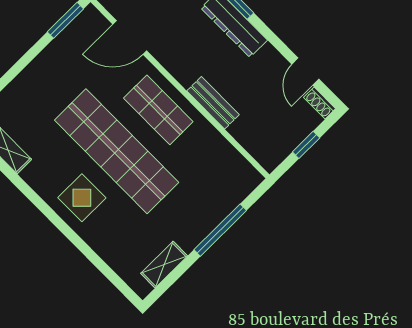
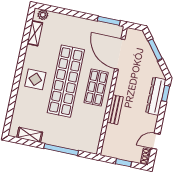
door: (130, 38) -> (120, 54), width x1.36

